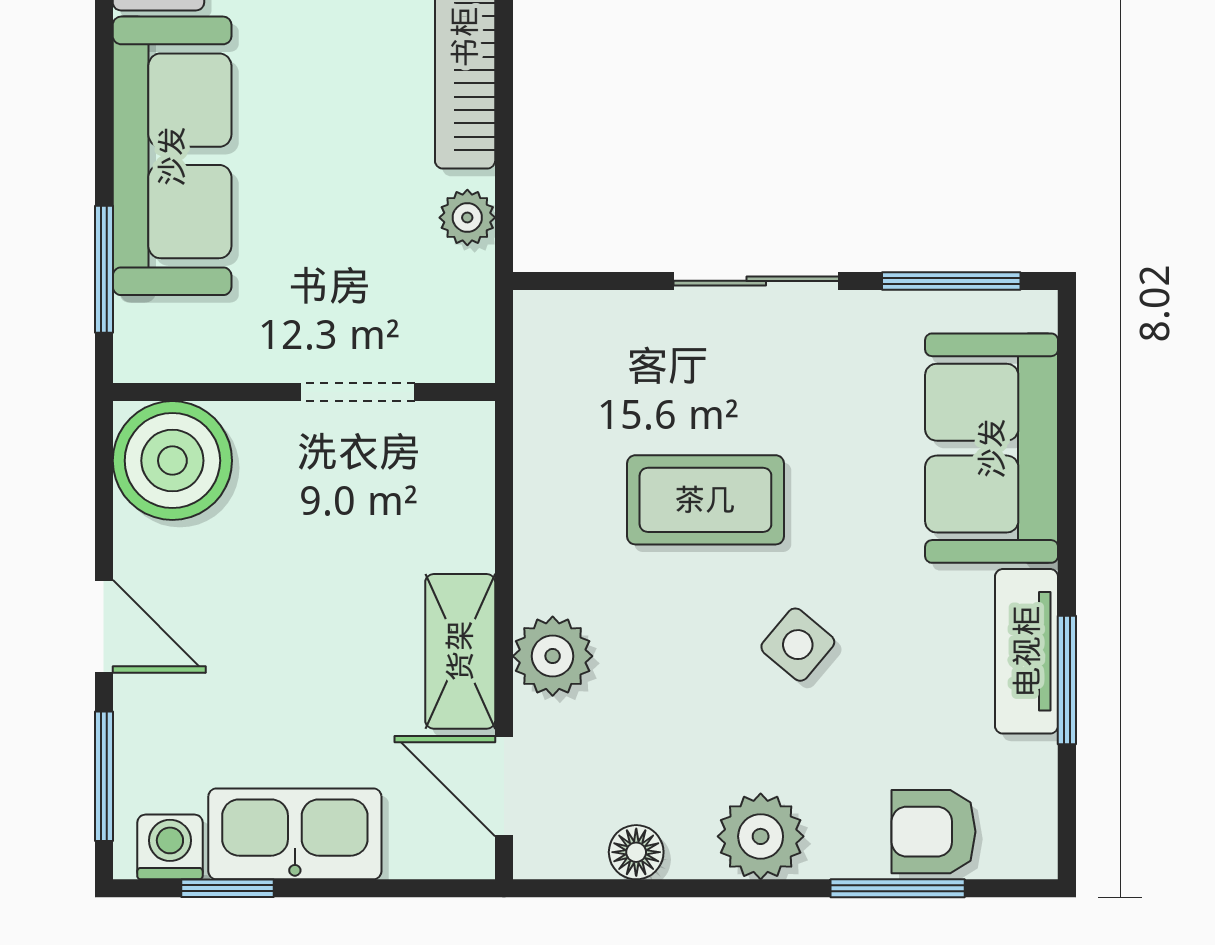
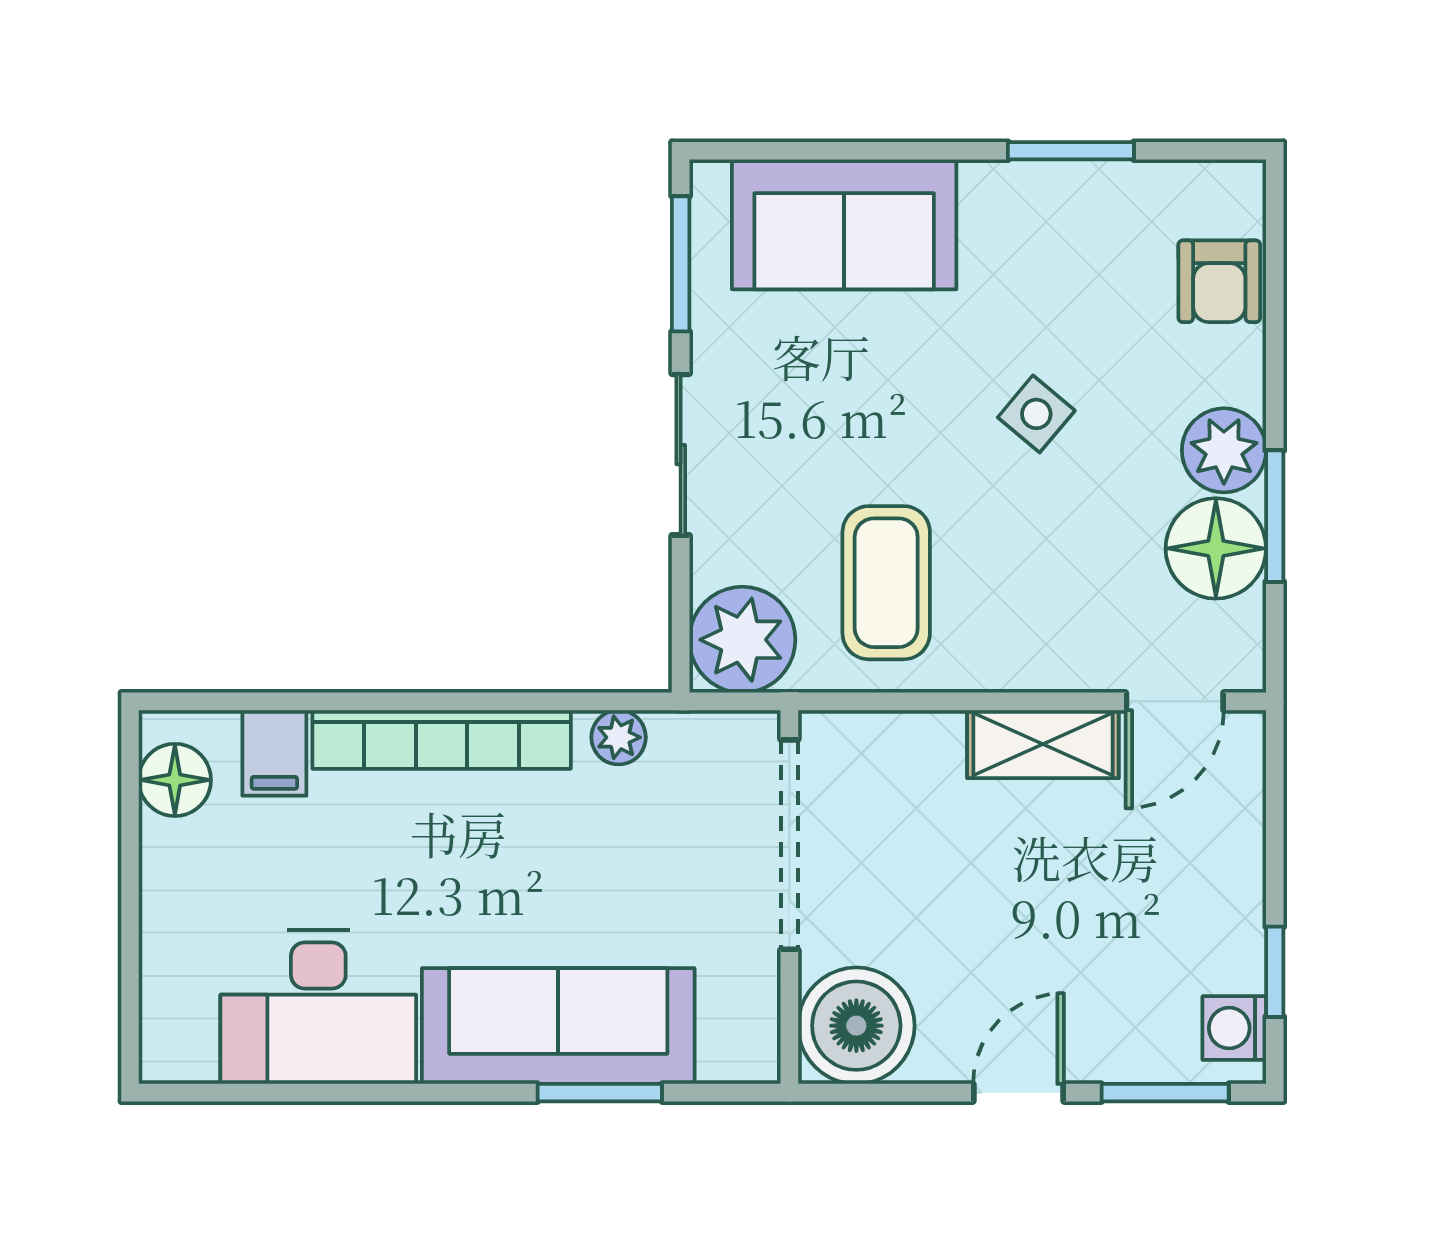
window: (104, 269) -> (600, 1093), moved
doorway: (358, 392) -> (789, 845), width x1.87
coffee table: (705, 500) -> (886, 583), moved
tv unit: (1027, 651) -> (1043, 190), removed
plant: (553, 656) -> (742, 640), moved, width x1.36, depth x1.36
kitchen sink: (295, 834) -> (1222, 906), removed
floor lamp: (636, 852) -> (1216, 548), width x1.89, depth x1.89
window: (898, 888) -> (1275, 516), moved

